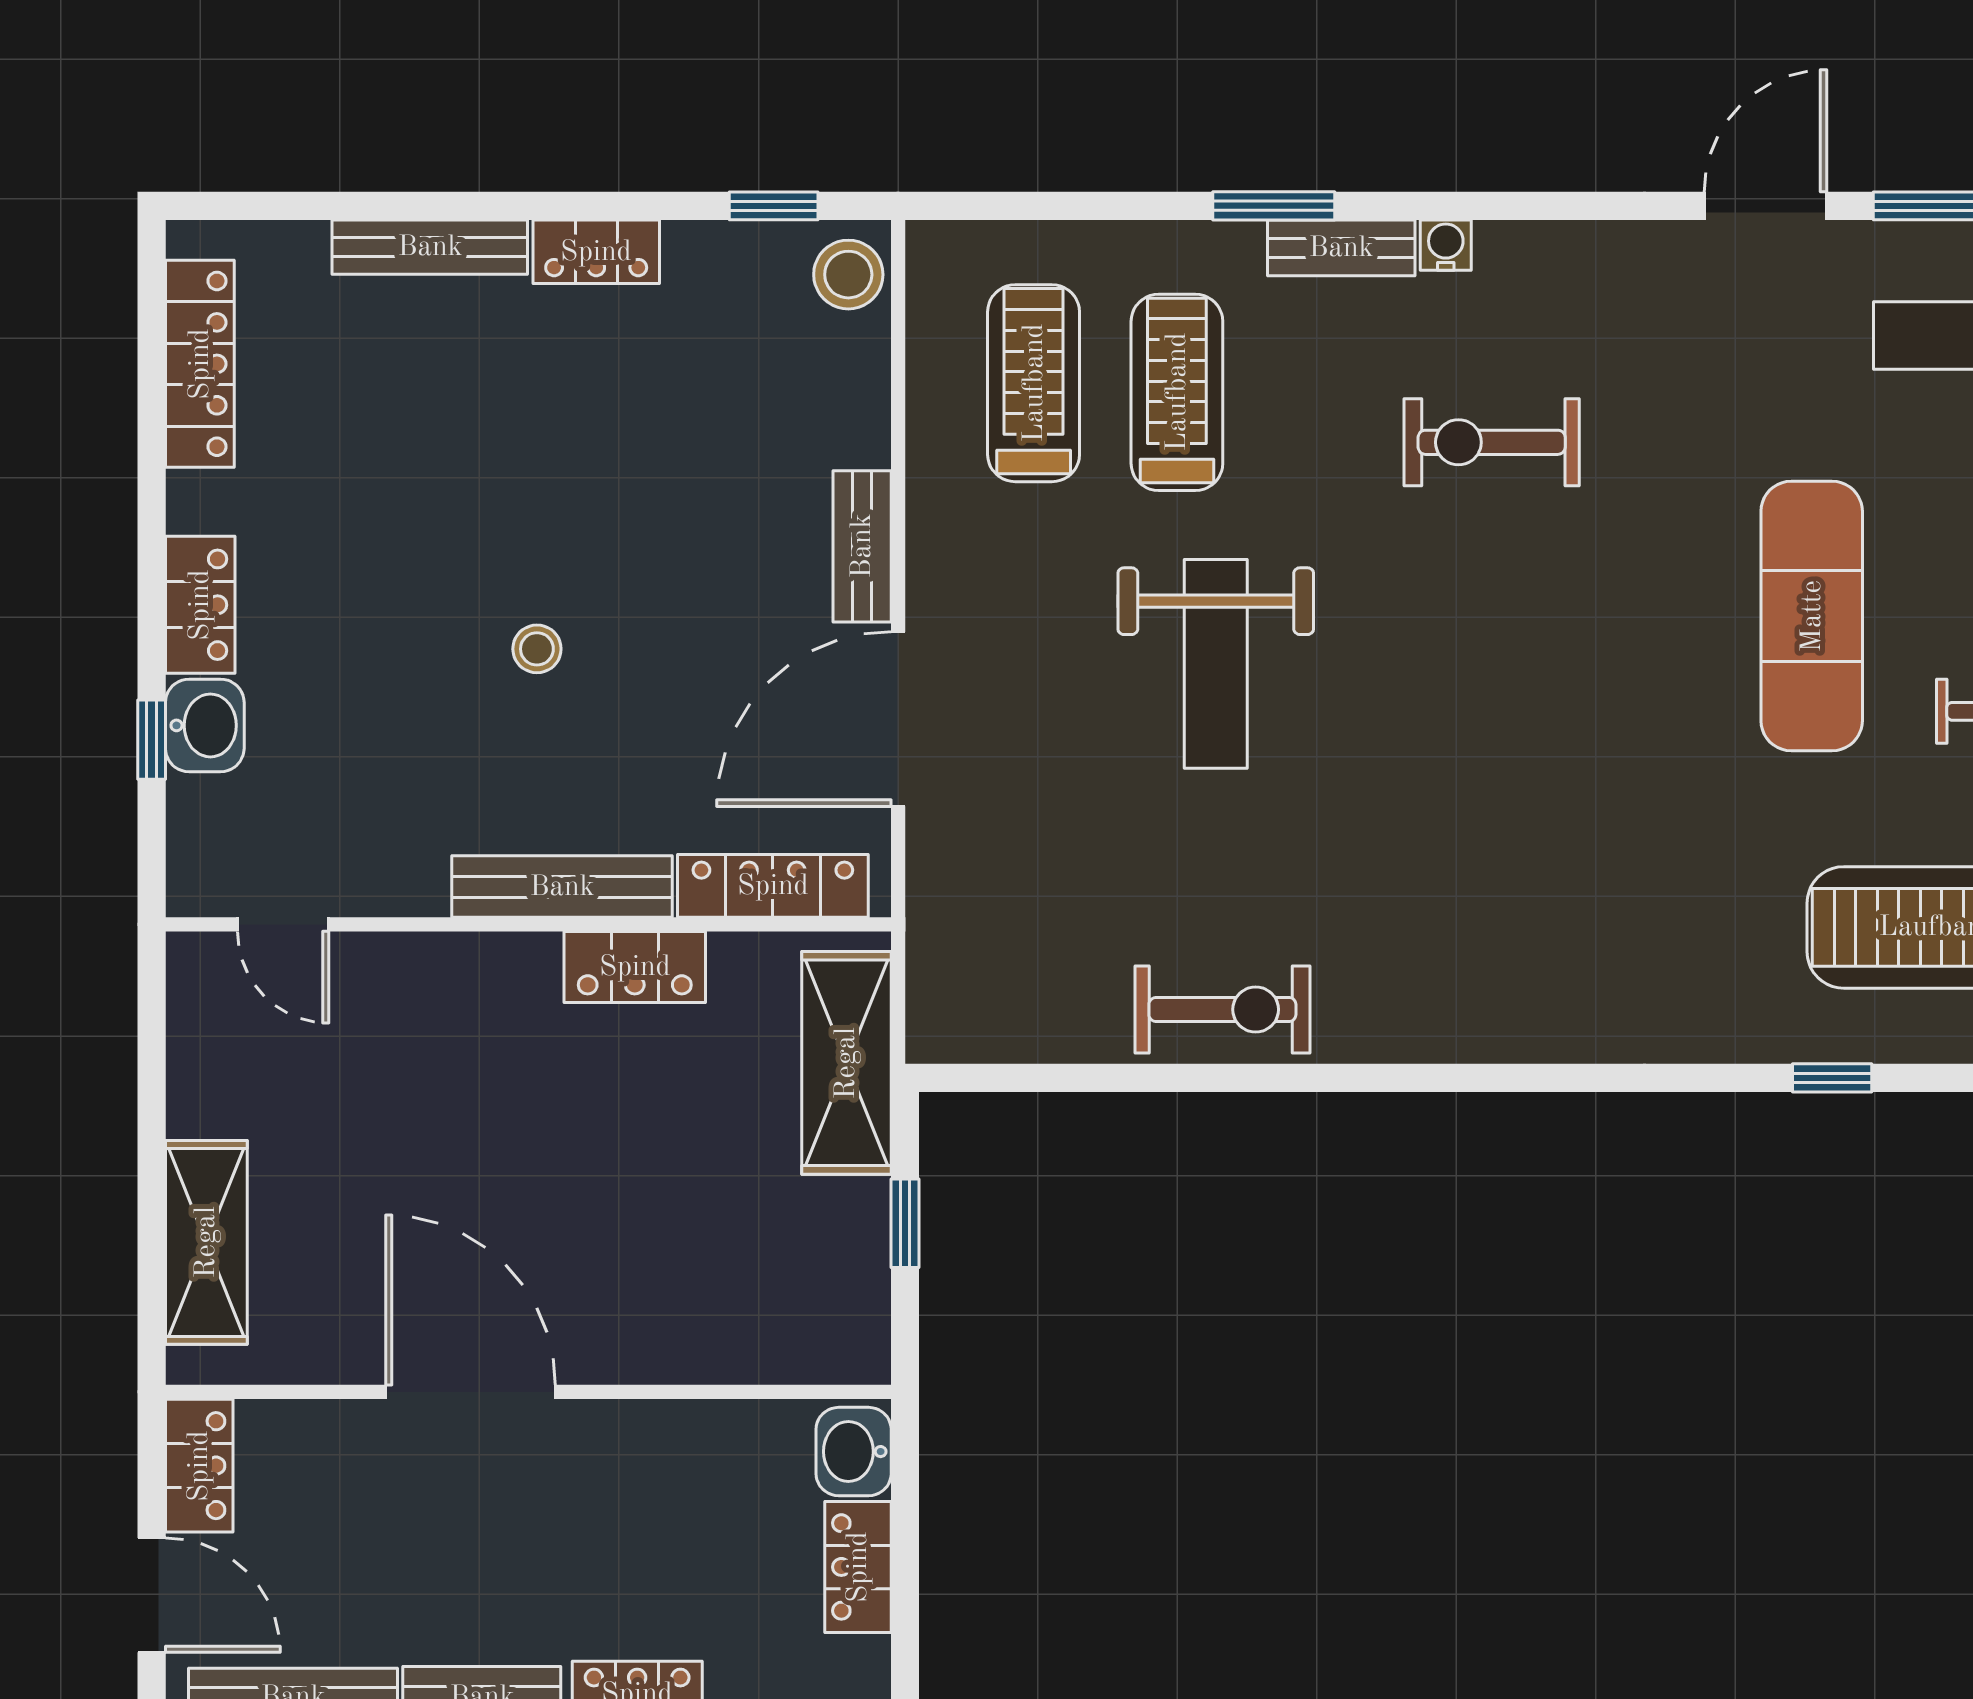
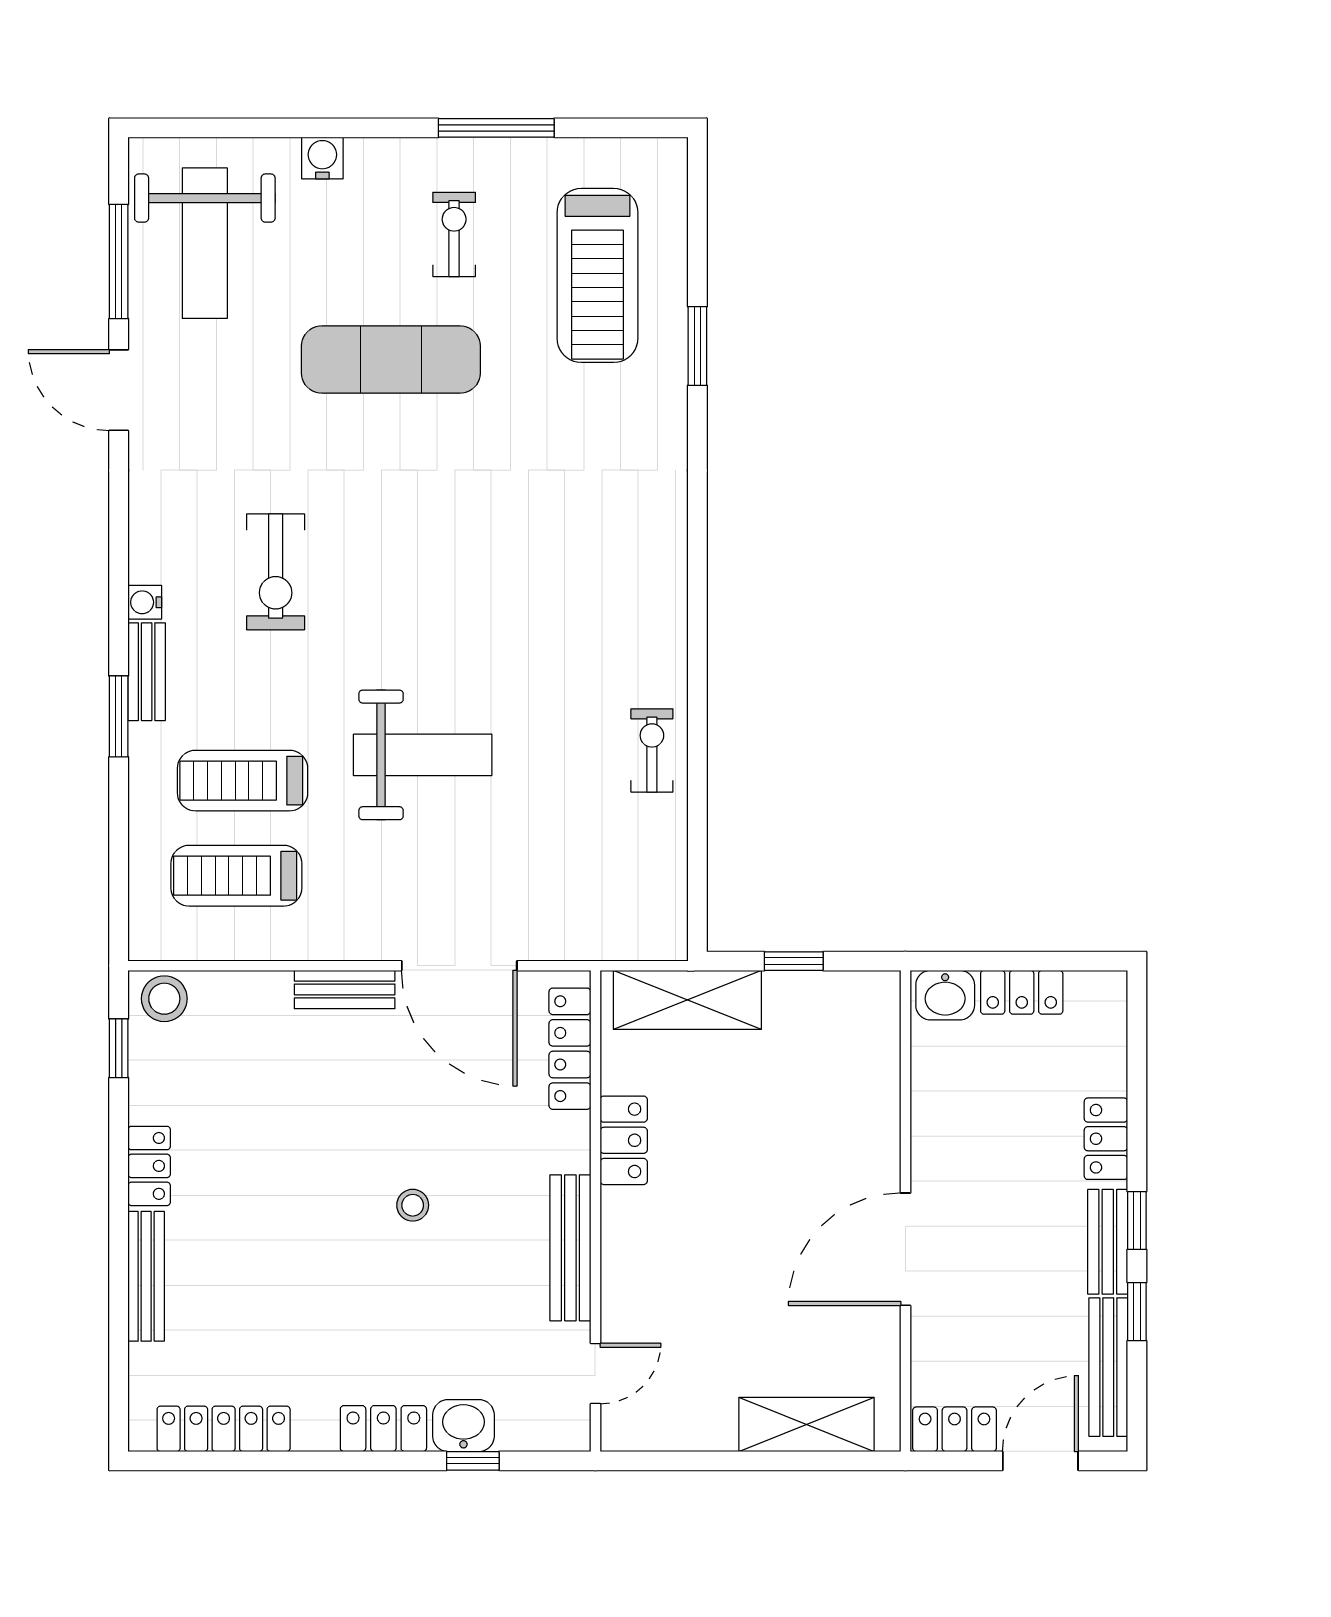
bench: (562, 887) -> (570, 1248), moved
exercise bike: (1222, 1010) -> (652, 750), width x0.73, depth x0.72
window: (1832, 1078) -> (697, 346), width x1.50

